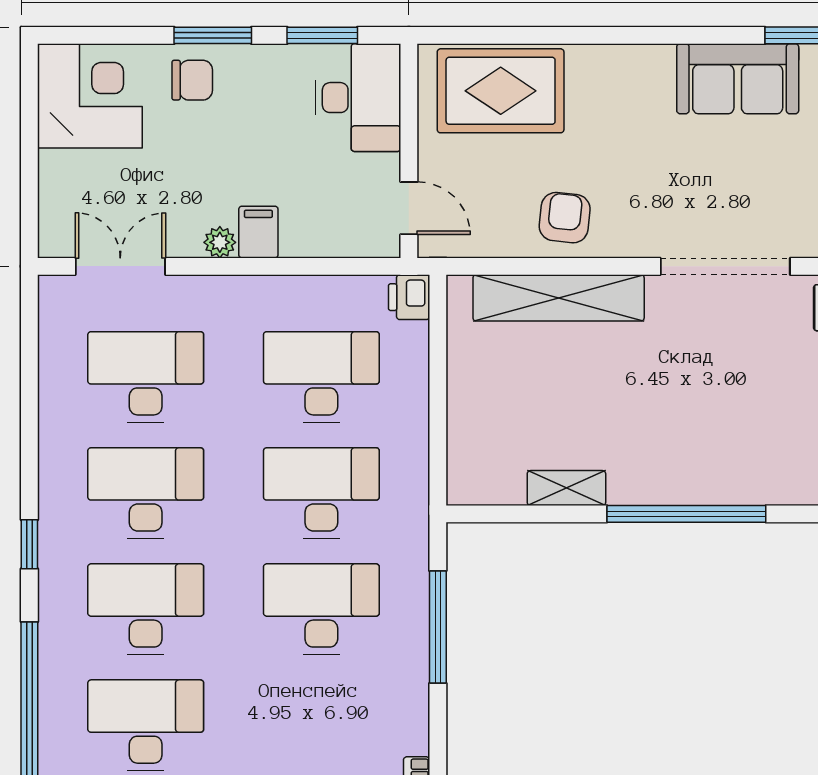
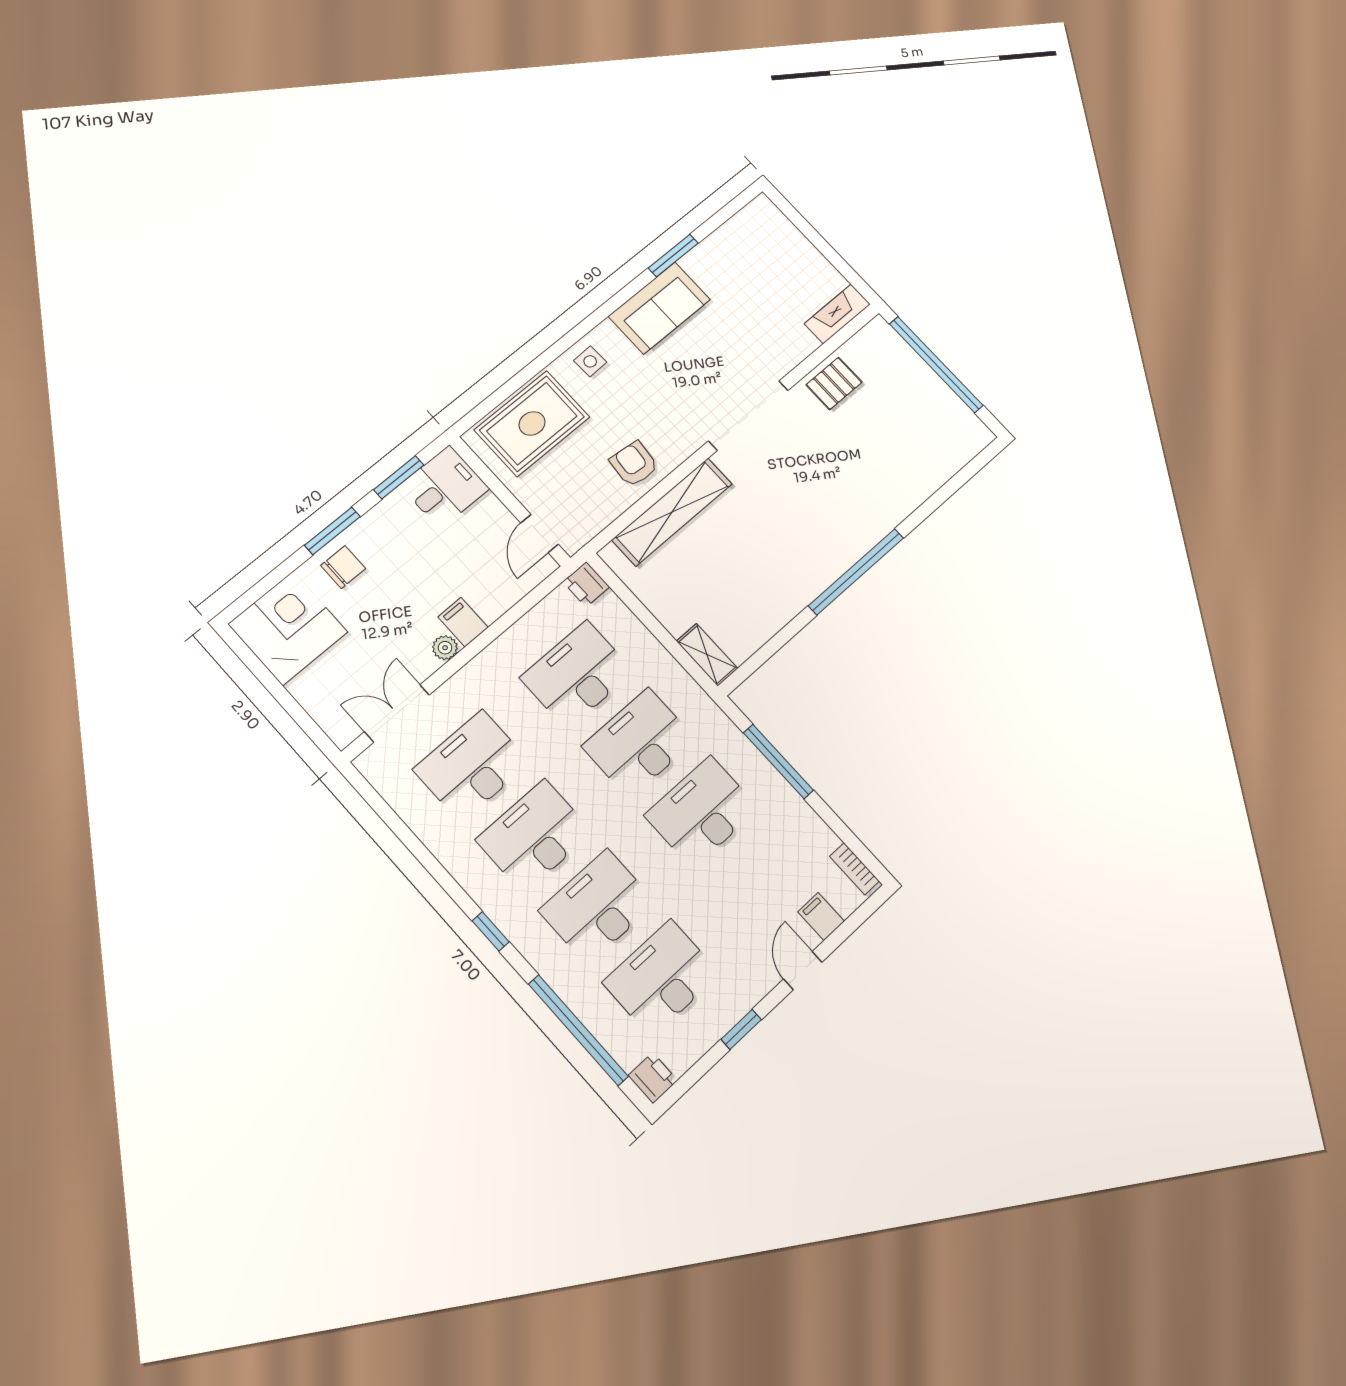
side table: (616, 76) -> (590, 361), added
desk: (358, 98) -> (445, 487), width x0.73
door: (409, 208) -> (540, 534), swing flipped
shelving: (566, 488) -> (707, 655), moved, turned 90

